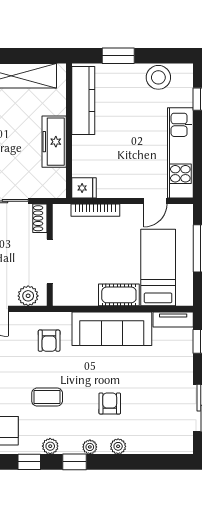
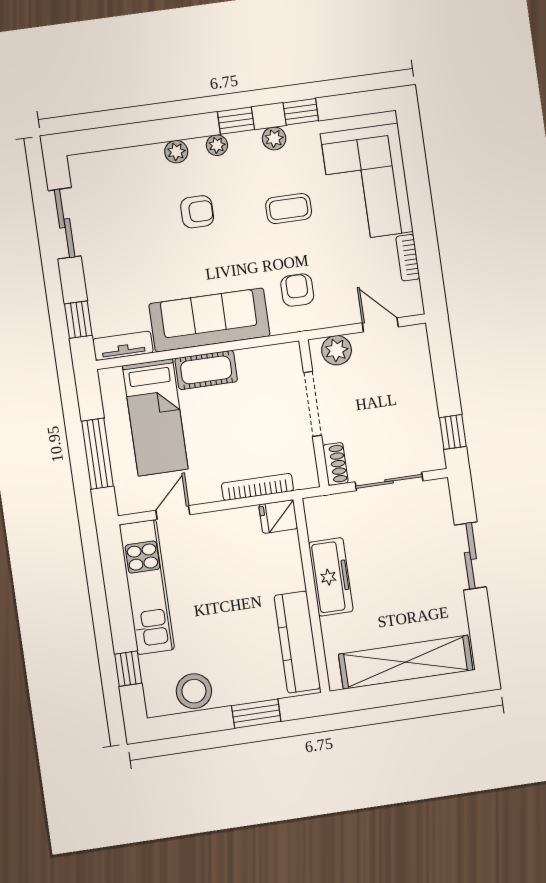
armchair: (110, 403) -> (197, 212), turned -90

